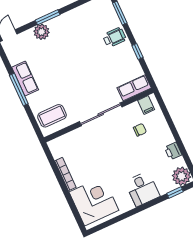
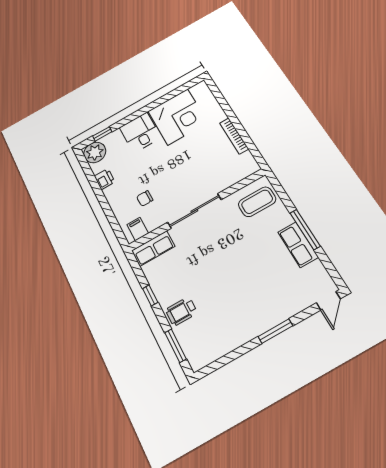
plant: (41, 32) -> (282, 310), removed
corner desk: (94, 201) -> (178, 117), moved, turned -90

